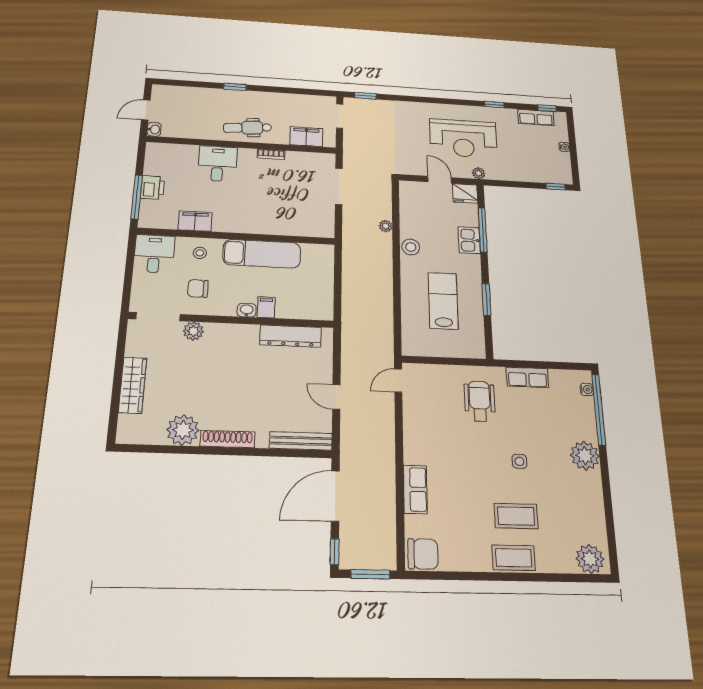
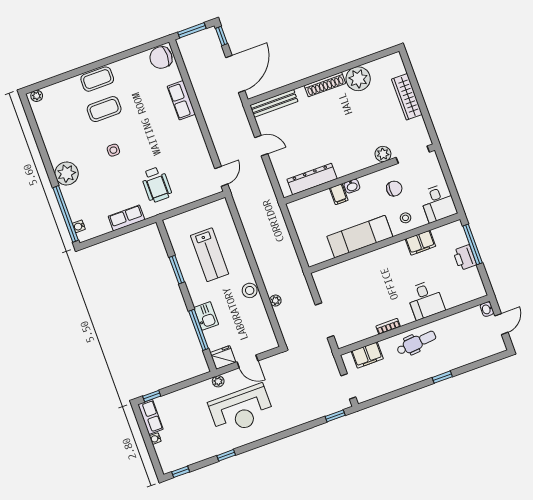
row of seats: (536, 117) -> (150, 417), moved, turned 90
reception desk: (463, 138) -> (241, 410), turned 180
plant: (590, 559) -> (37, 96), width x0.53, depth x0.53

